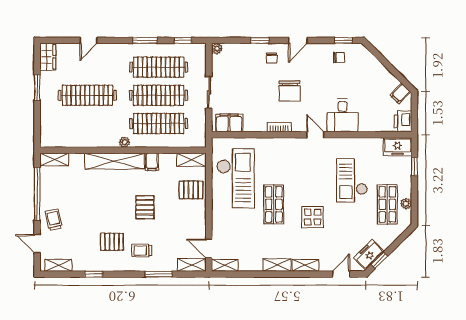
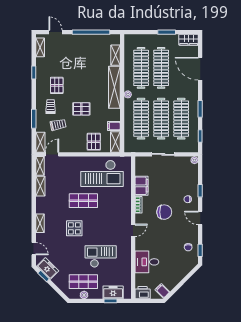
door: (89, 40) -> (200, 69), width x1.88
chair: (290, 91) -> (164, 212), turned 180
desk: (343, 115) -> (147, 262), moved
filing cabinet: (229, 123) -> (141, 186), moved
clothes rail: (87, 124) -> (141, 68), added
freezer: (397, 147) -> (113, 292), moved, turned 90
shelving: (54, 160) -> (115, 55), moved
filing cabinet: (152, 162) -> (114, 126), moved
trolley: (54, 220) -> (58, 125), moved
door: (37, 244) -> (55, 32), hinge flipped
shelving: (277, 265) -> (40, 186), moved

